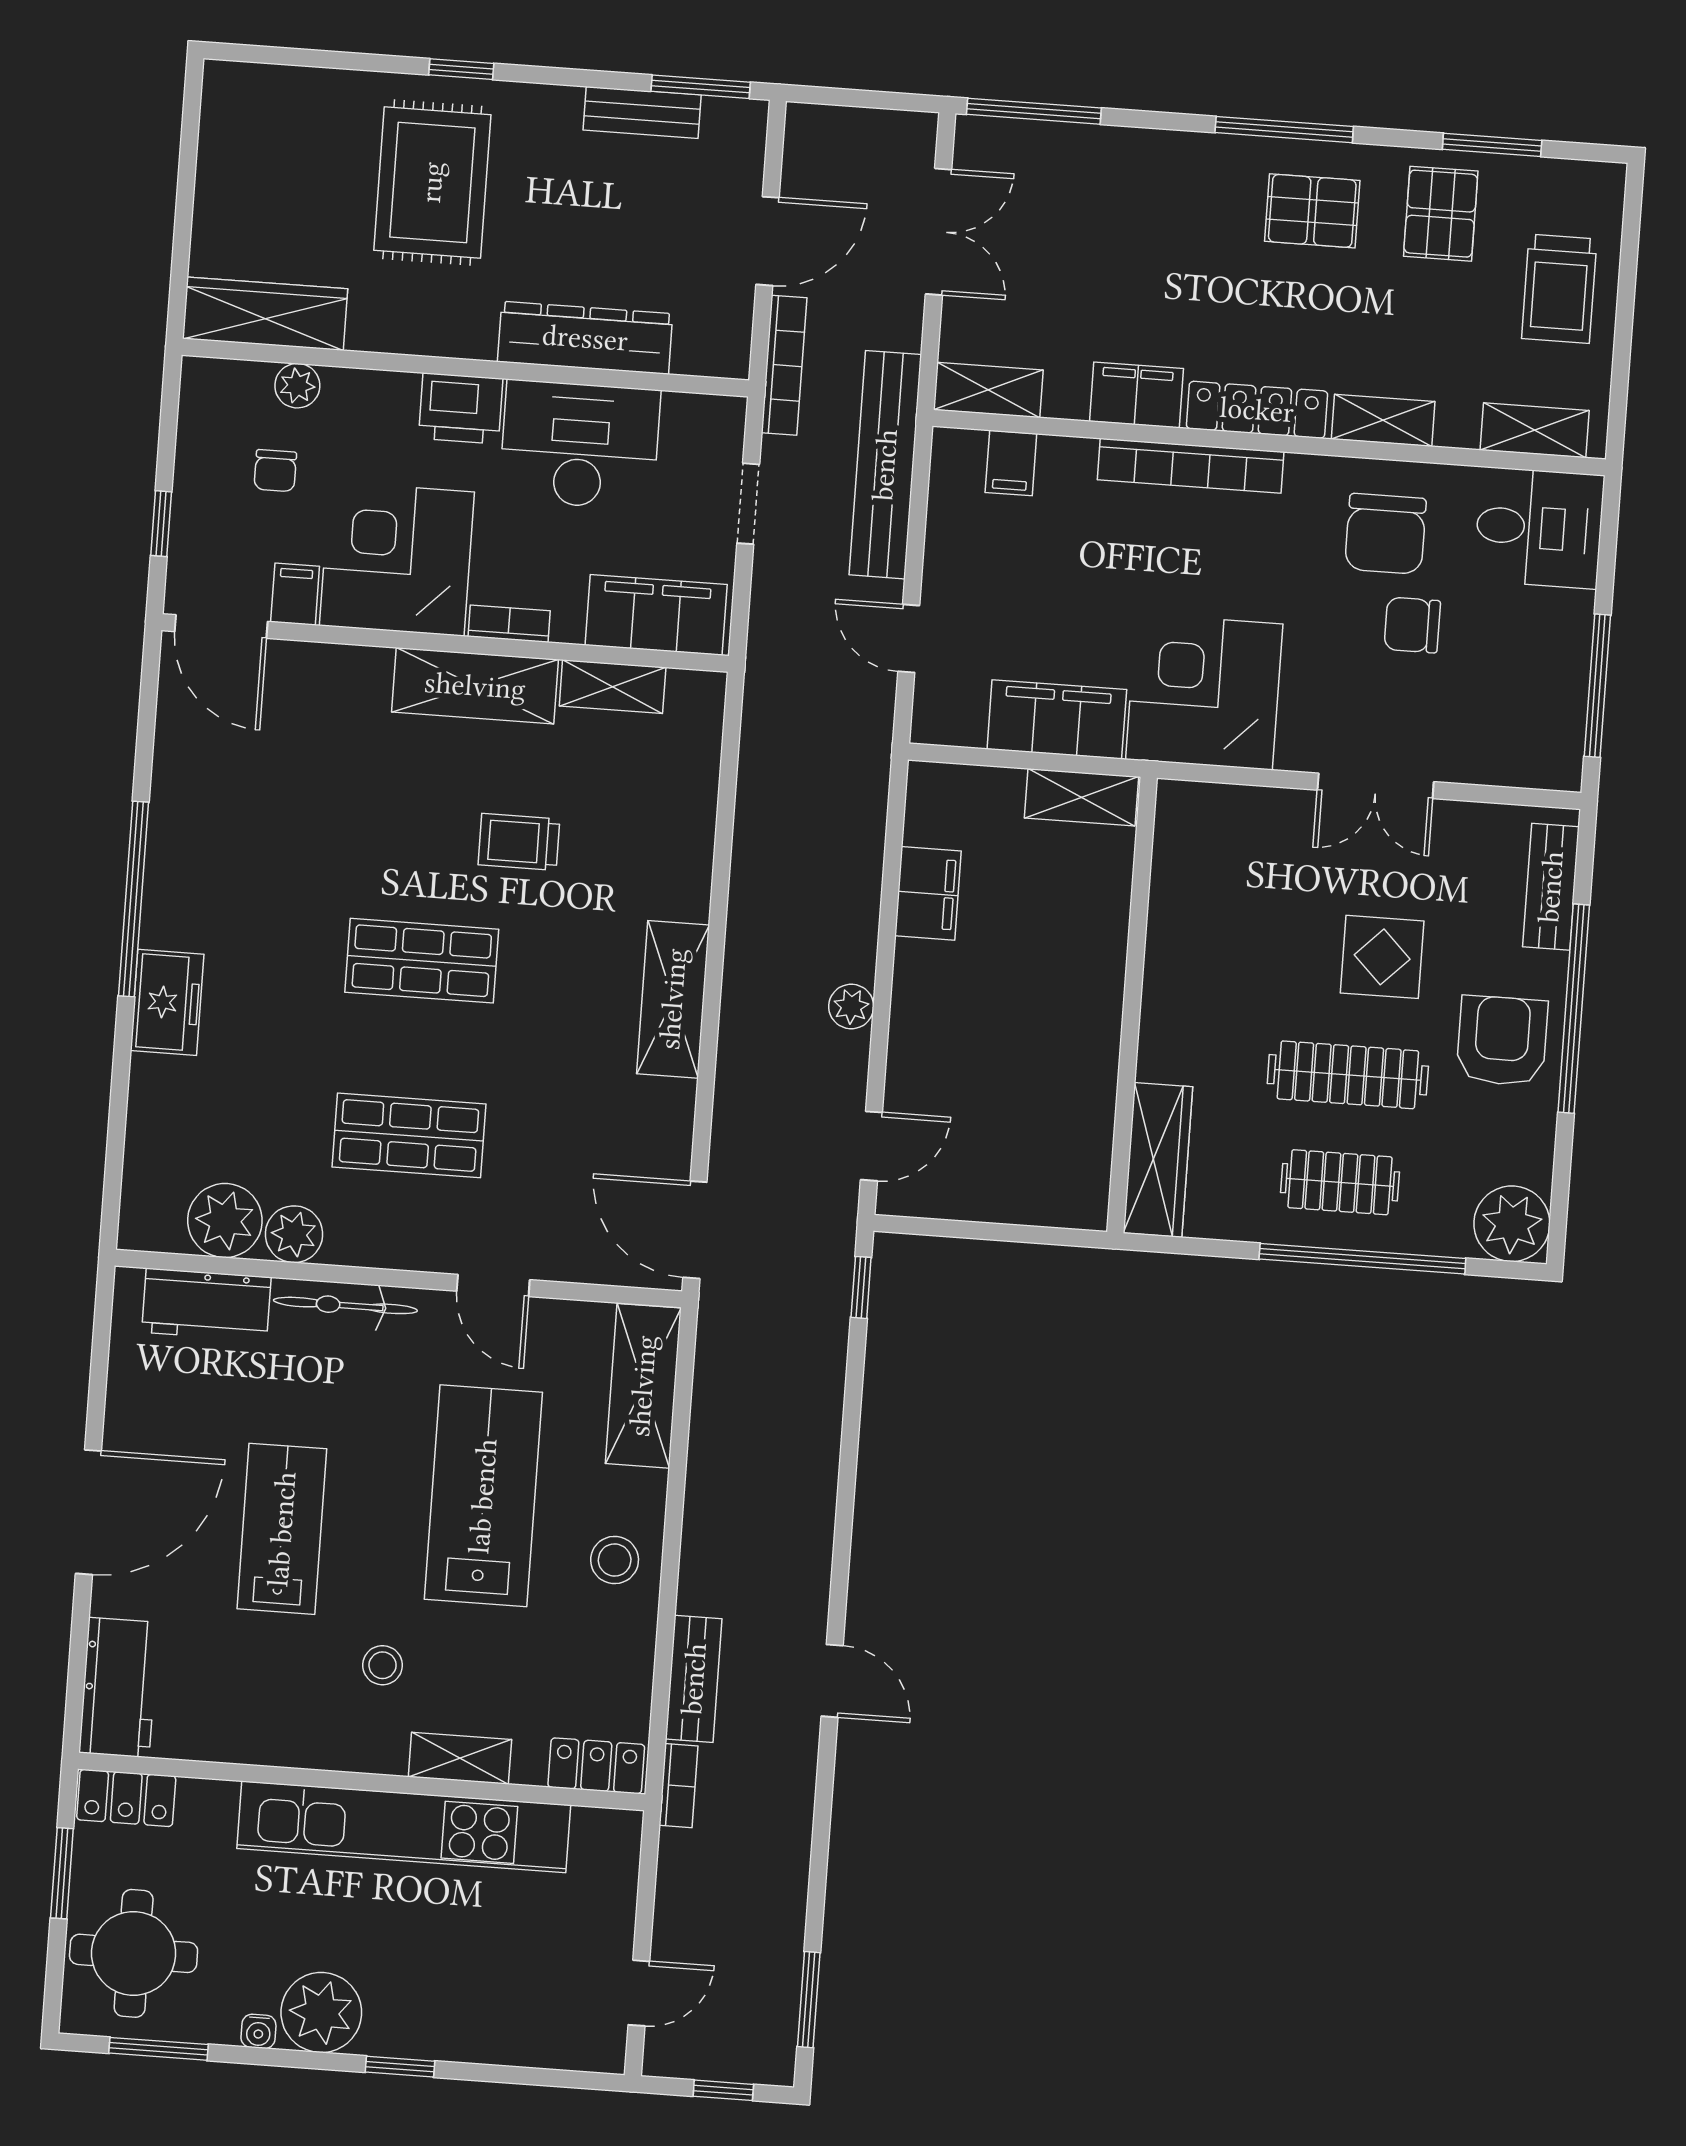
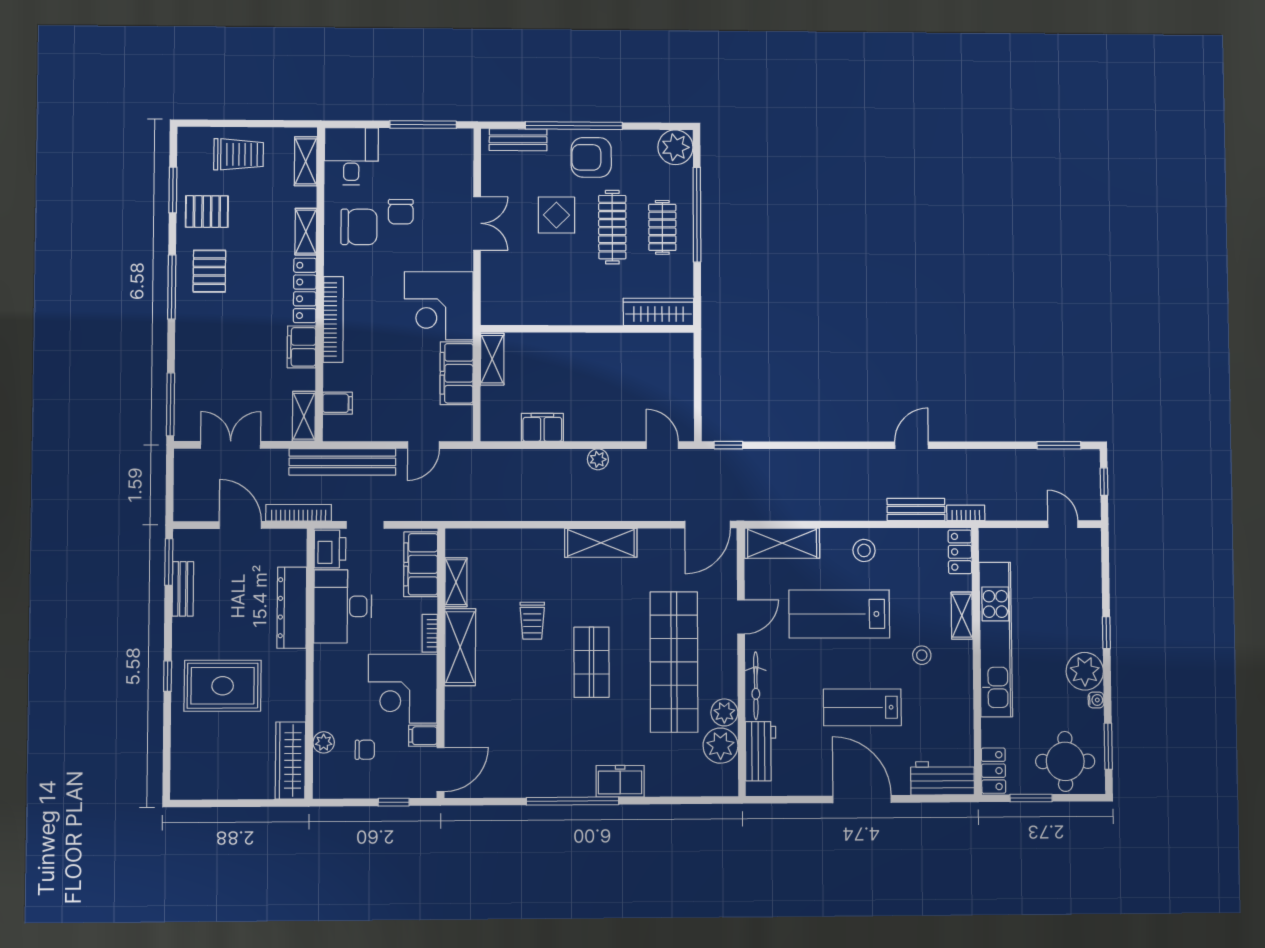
printer: (461, 408) -> (330, 549), moved
shop shelf: (409, 1135) -> (674, 662), width x2.00, depth x1.36

